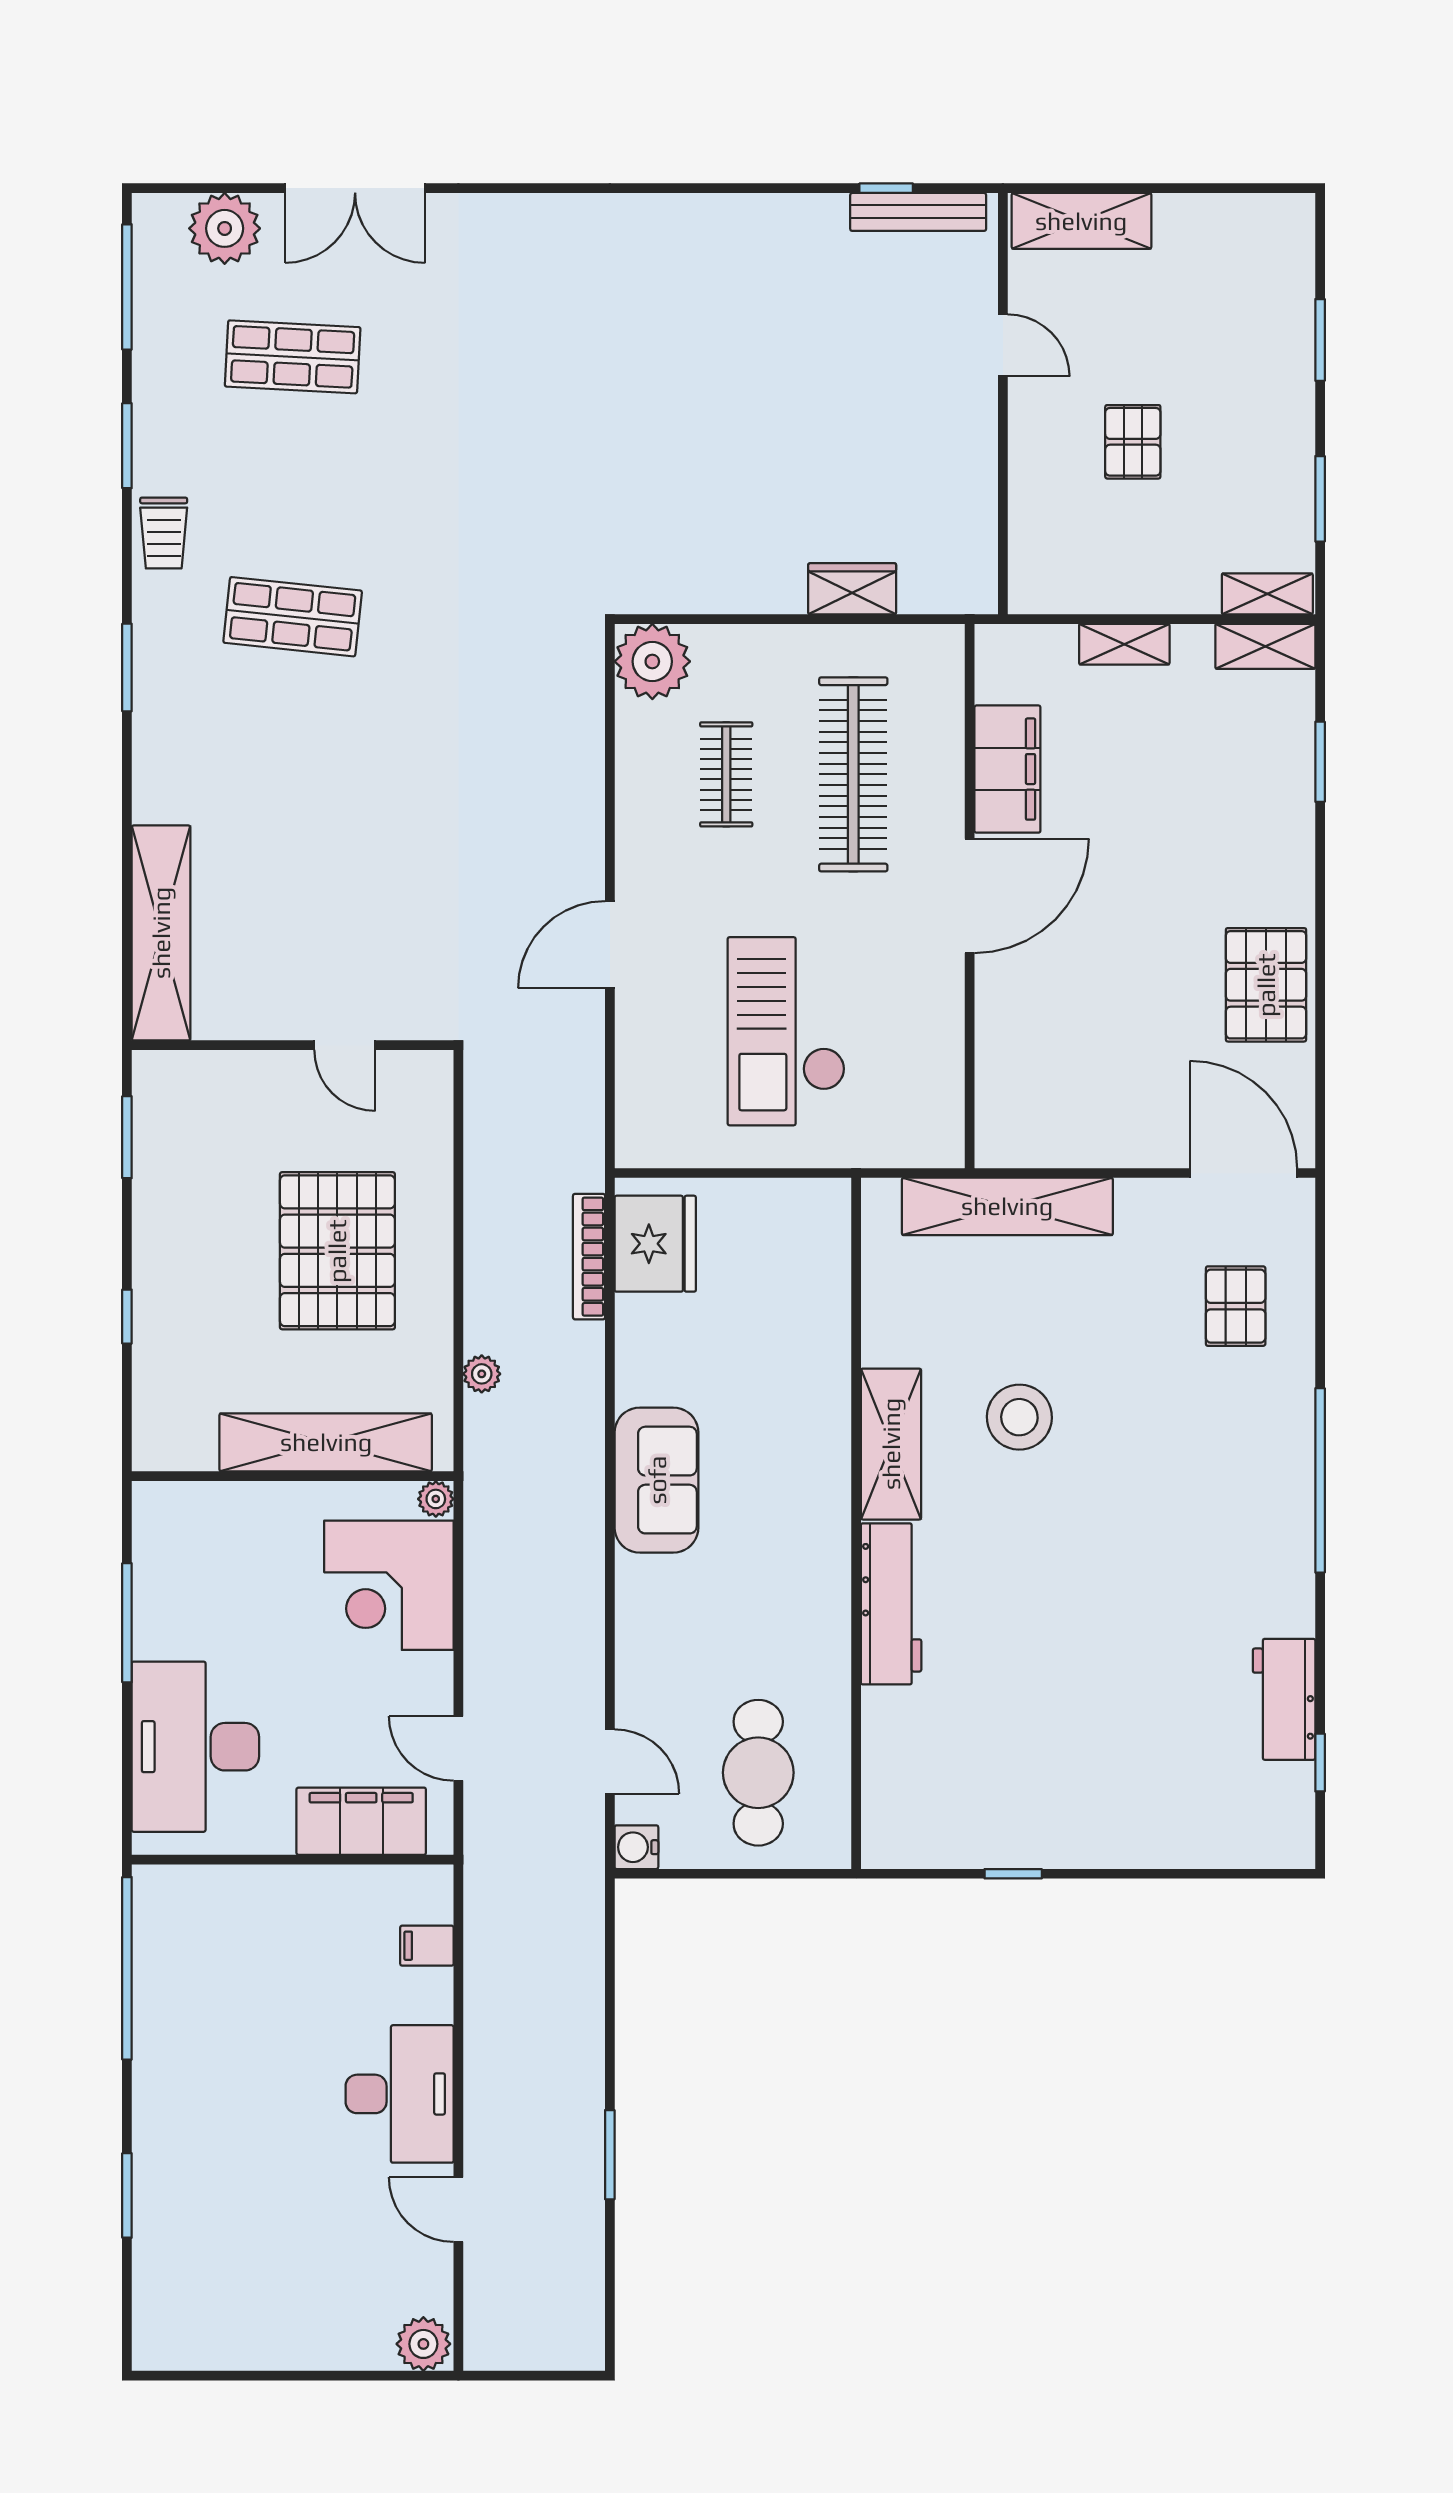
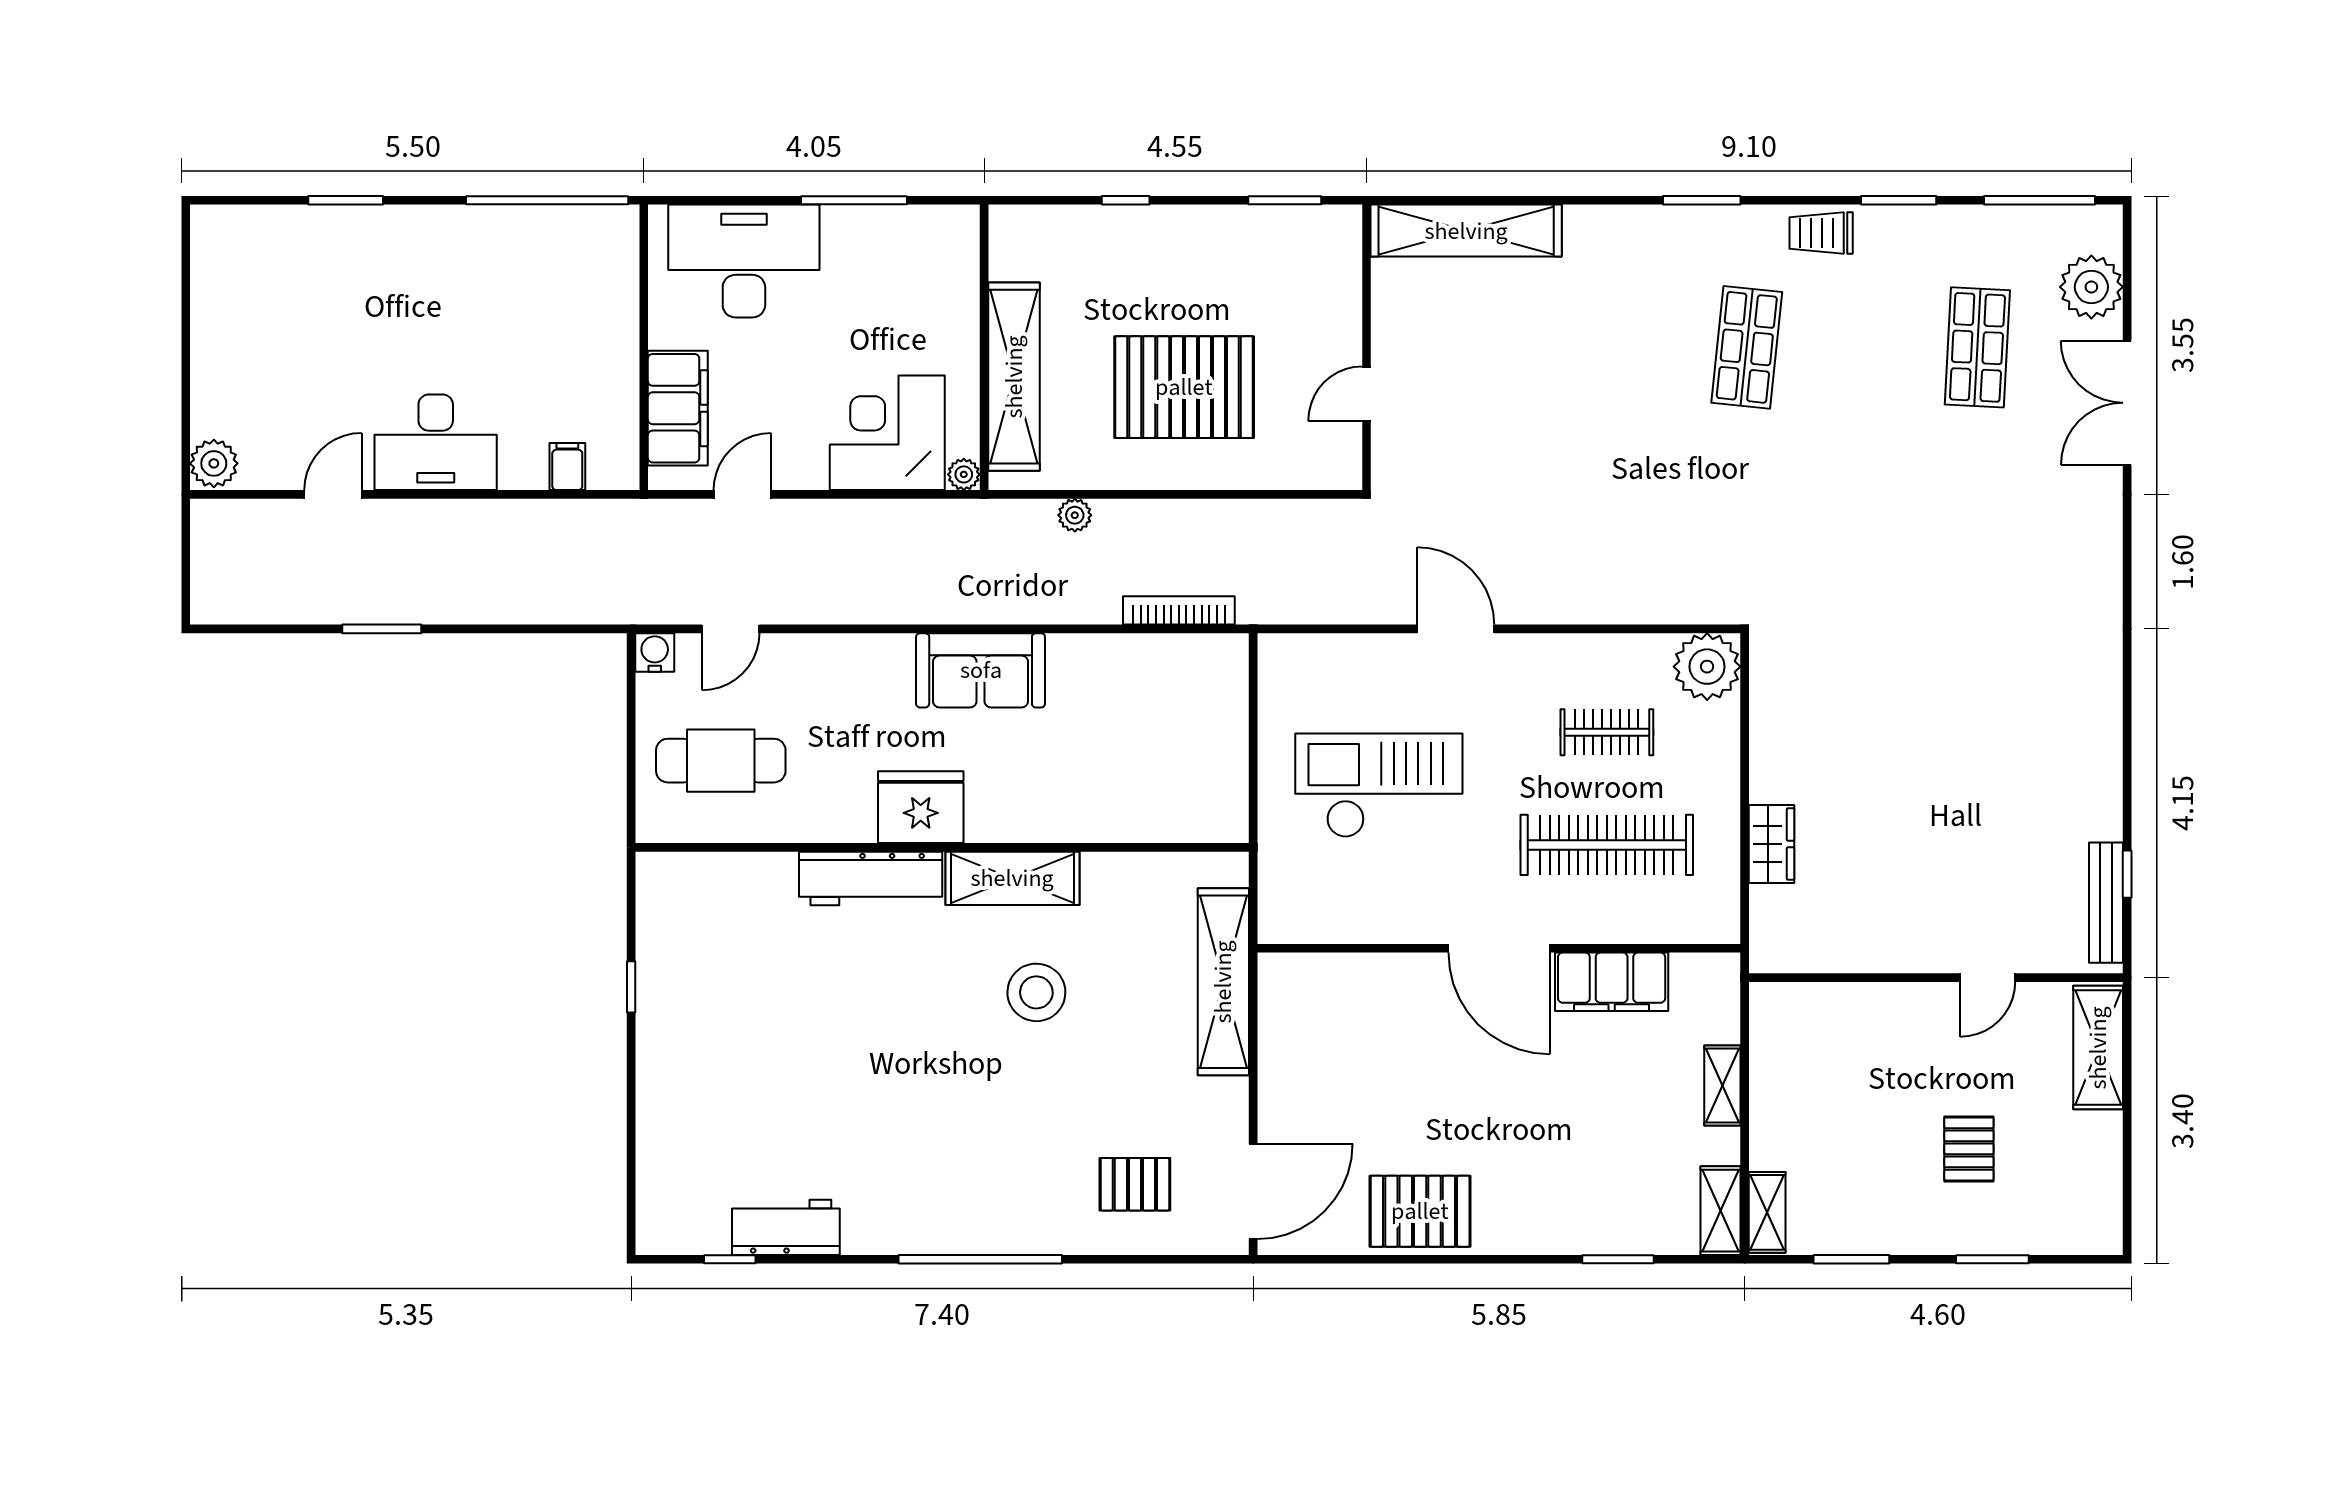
pallet: (1133, 442) -> (1969, 1149), moved, turned 90
fridge: (655, 1244) -> (921, 807), moved, turned 180

